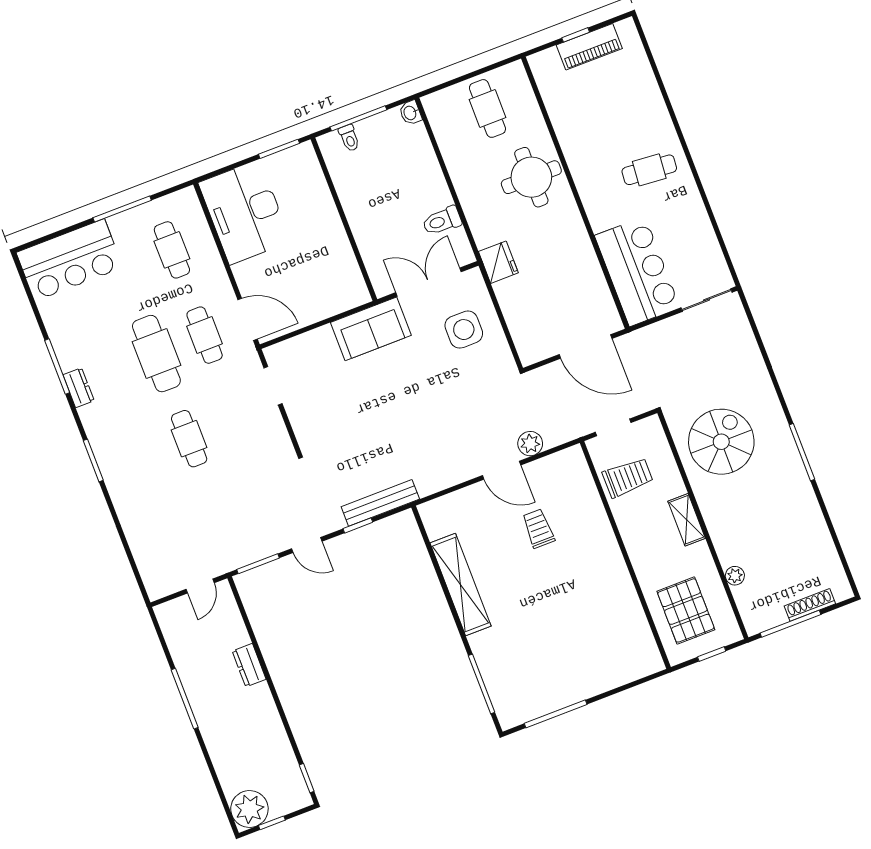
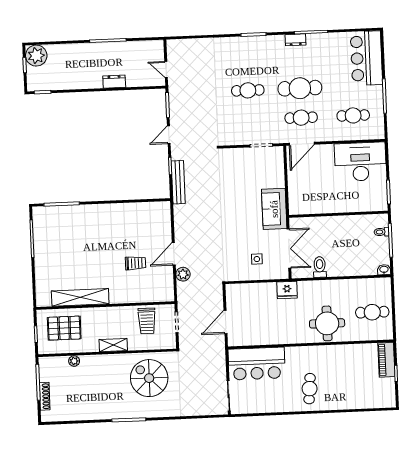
piano: (589, 47) -> (386, 360), moved
side table: (464, 330) -> (257, 259), width x0.54, depth x0.54
door: (586, 346) -> (225, 322), width x0.73
spiral stairs: (721, 442) -> (149, 378), turned 180
shelving: (460, 584) -> (80, 297), moved

